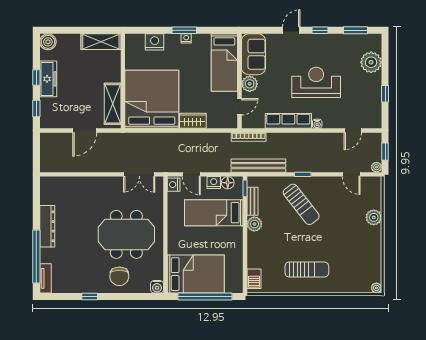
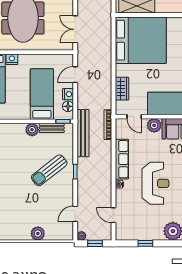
wardrobe: (193, 121) -> (122, 89), moved
nightstand: (174, 185) -> (12, 59), moved

